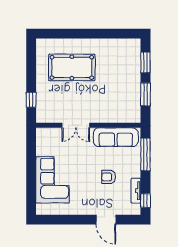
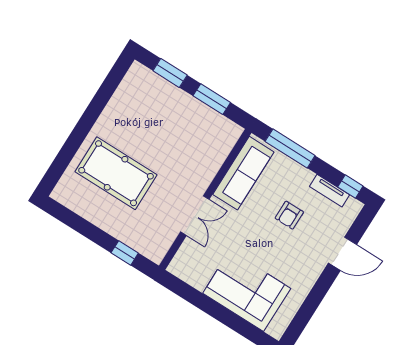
pool table: (72, 67) -> (116, 173), turned 90

